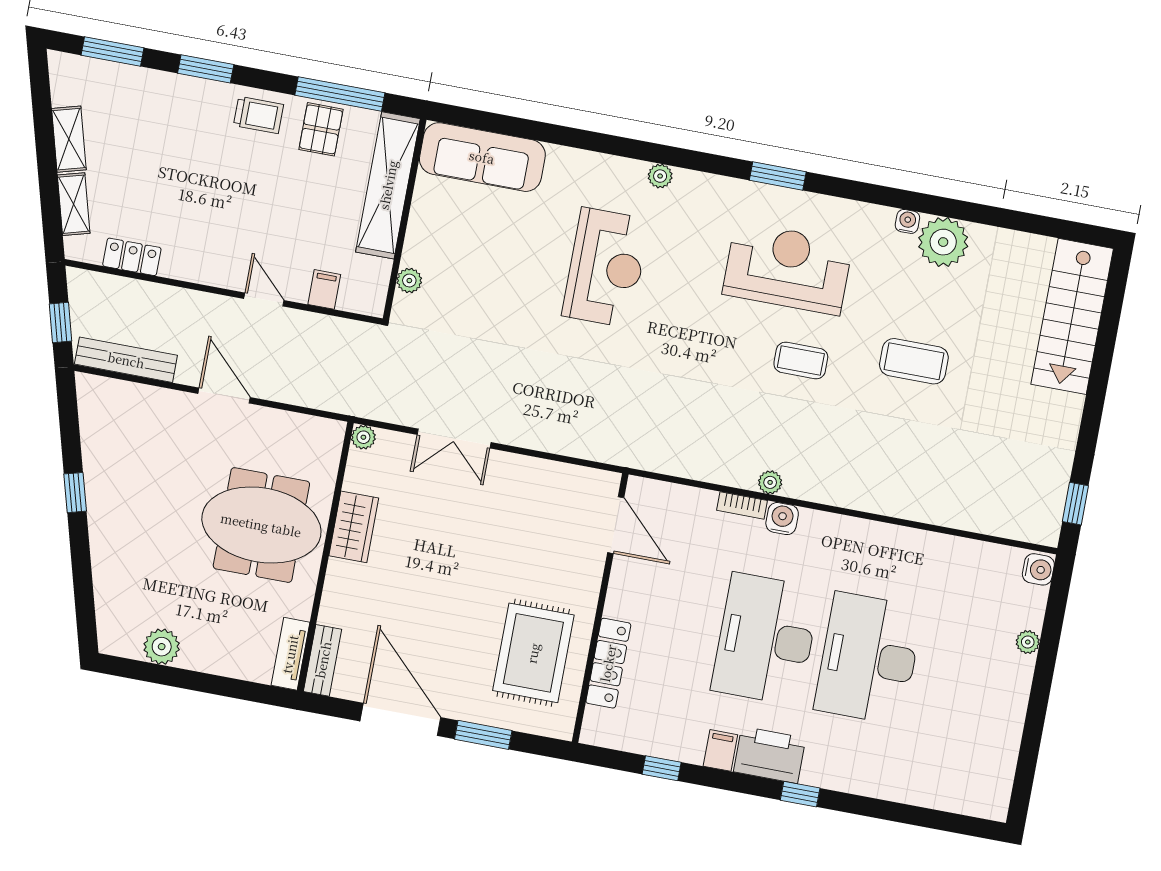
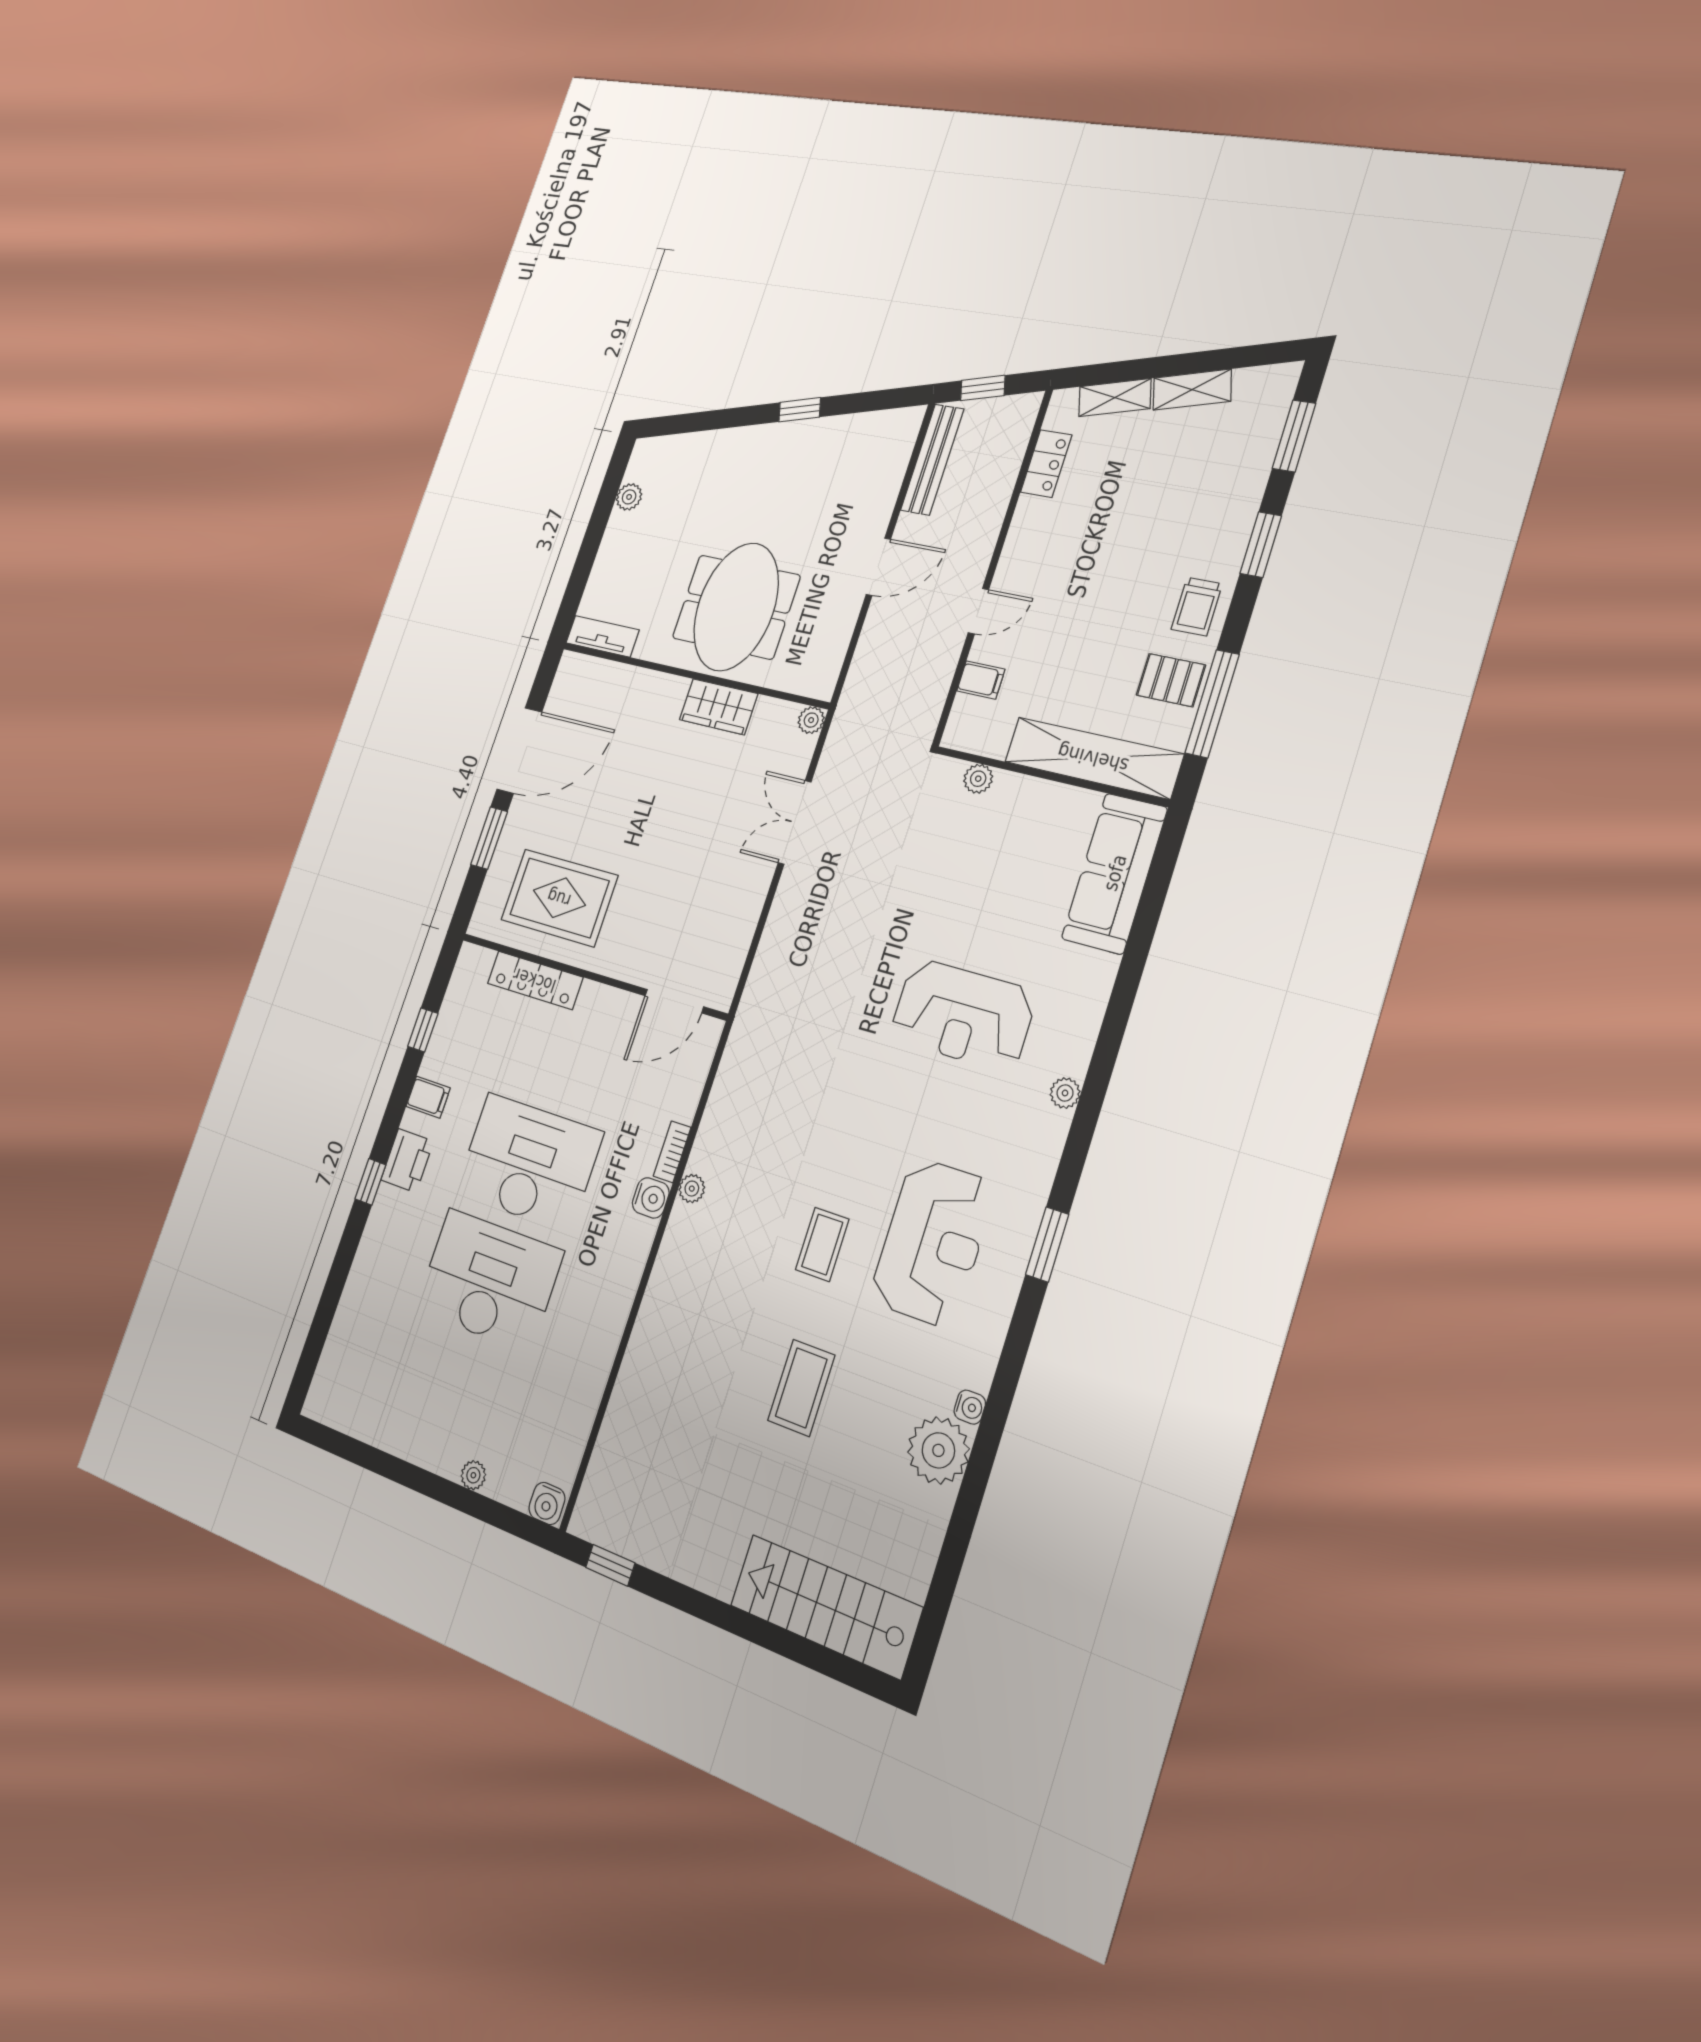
plant: (162, 647) -> (629, 497), width x0.73, depth x0.73
bench: (323, 660) -> (590, 670), removed
printer: (770, 755) -> (407, 1161), width x0.73, depth x0.84

